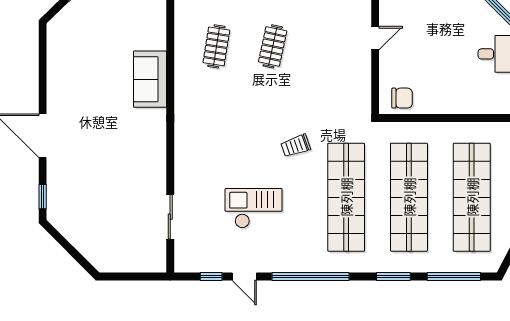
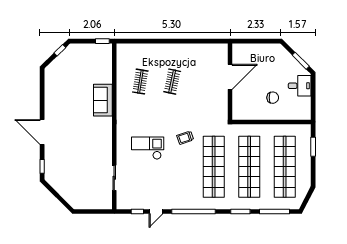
door: (375, 38) -> (230, 77), width x1.87
chair: (402, 98) -> (273, 98), moved
checkout: (254, 208) -> (148, 148), moved
door: (244, 276) -> (156, 212), hinge flipped

